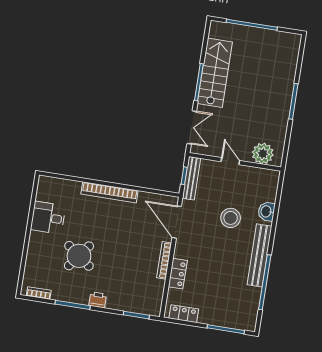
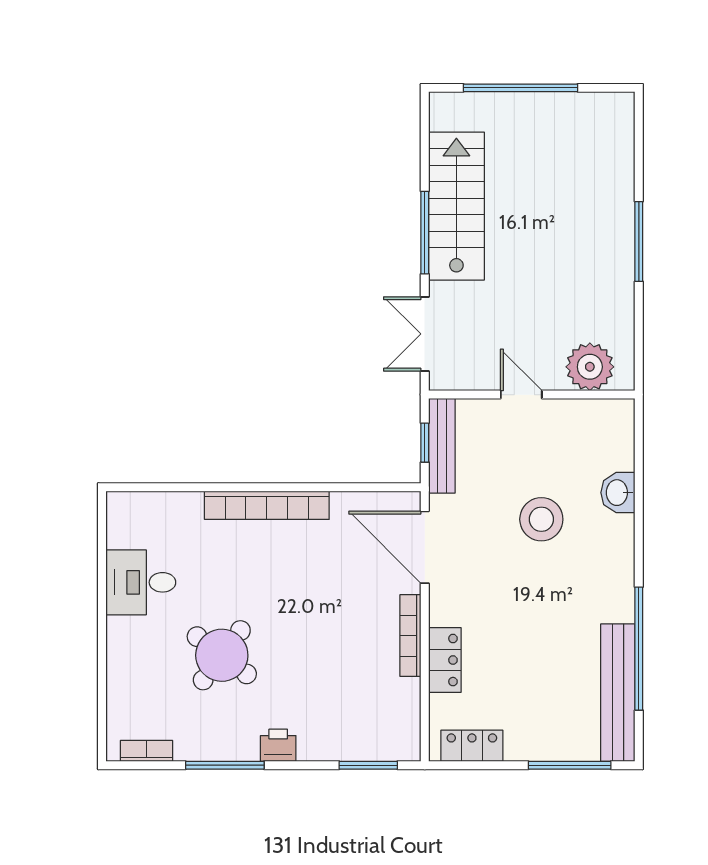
double door: (192, 127) -> (425, 334), swing flipped
bench: (259, 255) -> (618, 693), moved

